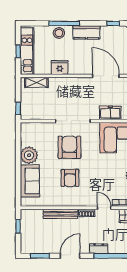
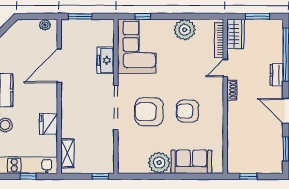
armchair: (70, 178) -> (188, 111), turned 180
bench: (60, 214) -> (233, 123), removed

